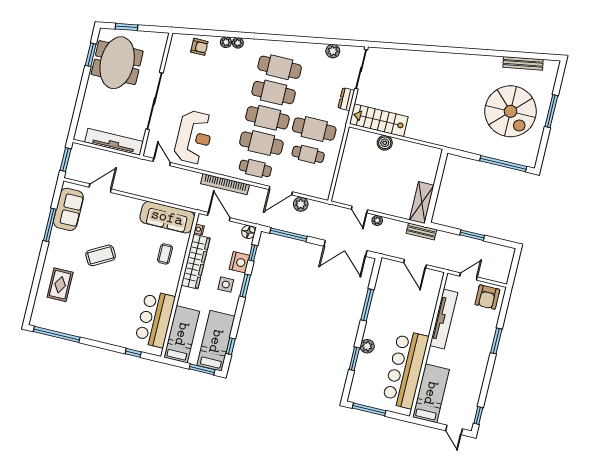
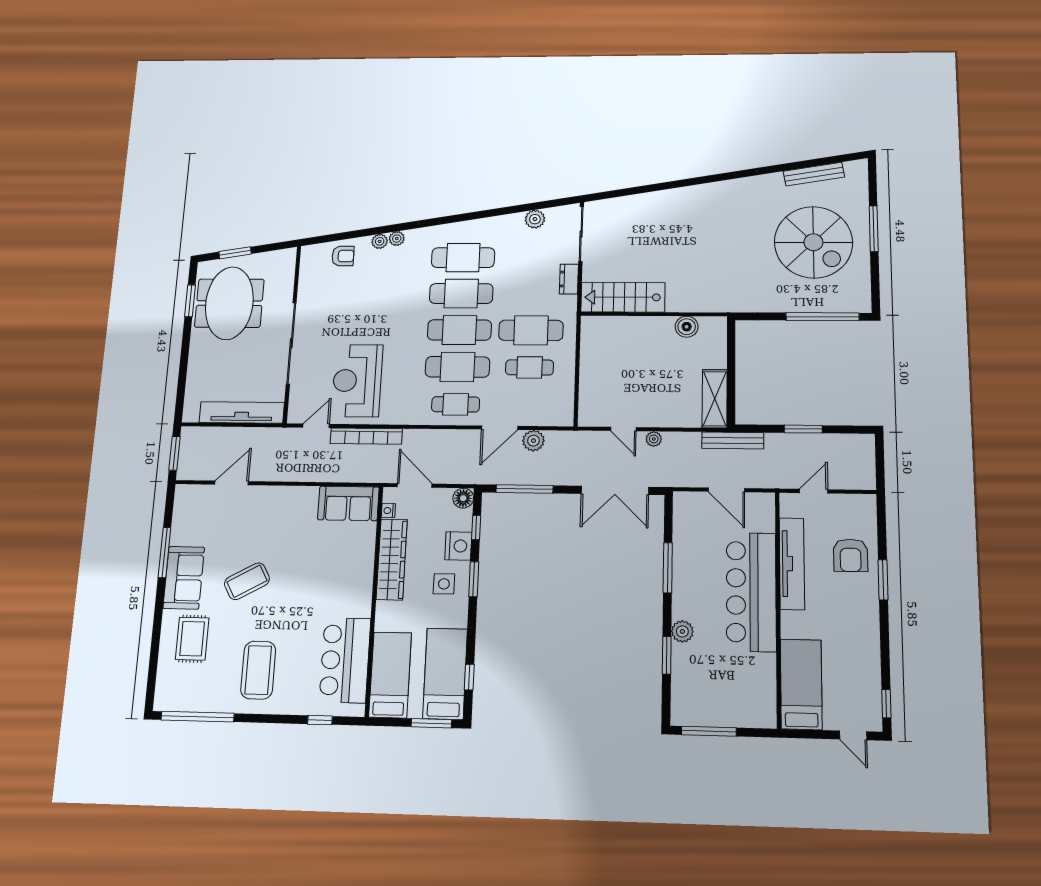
reception desk: (194, 137) -> (357, 381), turned 180
boiler: (385, 143) -> (687, 327), moved
door: (162, 162) -> (316, 426), hinge flipped
bookcase: (225, 184) -> (366, 436), moved
sofa: (68, 209) -> (184, 578), moved
sofa: (167, 217) -> (348, 503), width x0.73
bench: (421, 231) -> (733, 440), width x1.36
coffee table: (165, 254) -> (258, 670), moved, width x1.86, depth x1.72
armchair: (487, 297) -> (851, 555), moved
bar counter: (406, 369) -> (751, 592), moved

